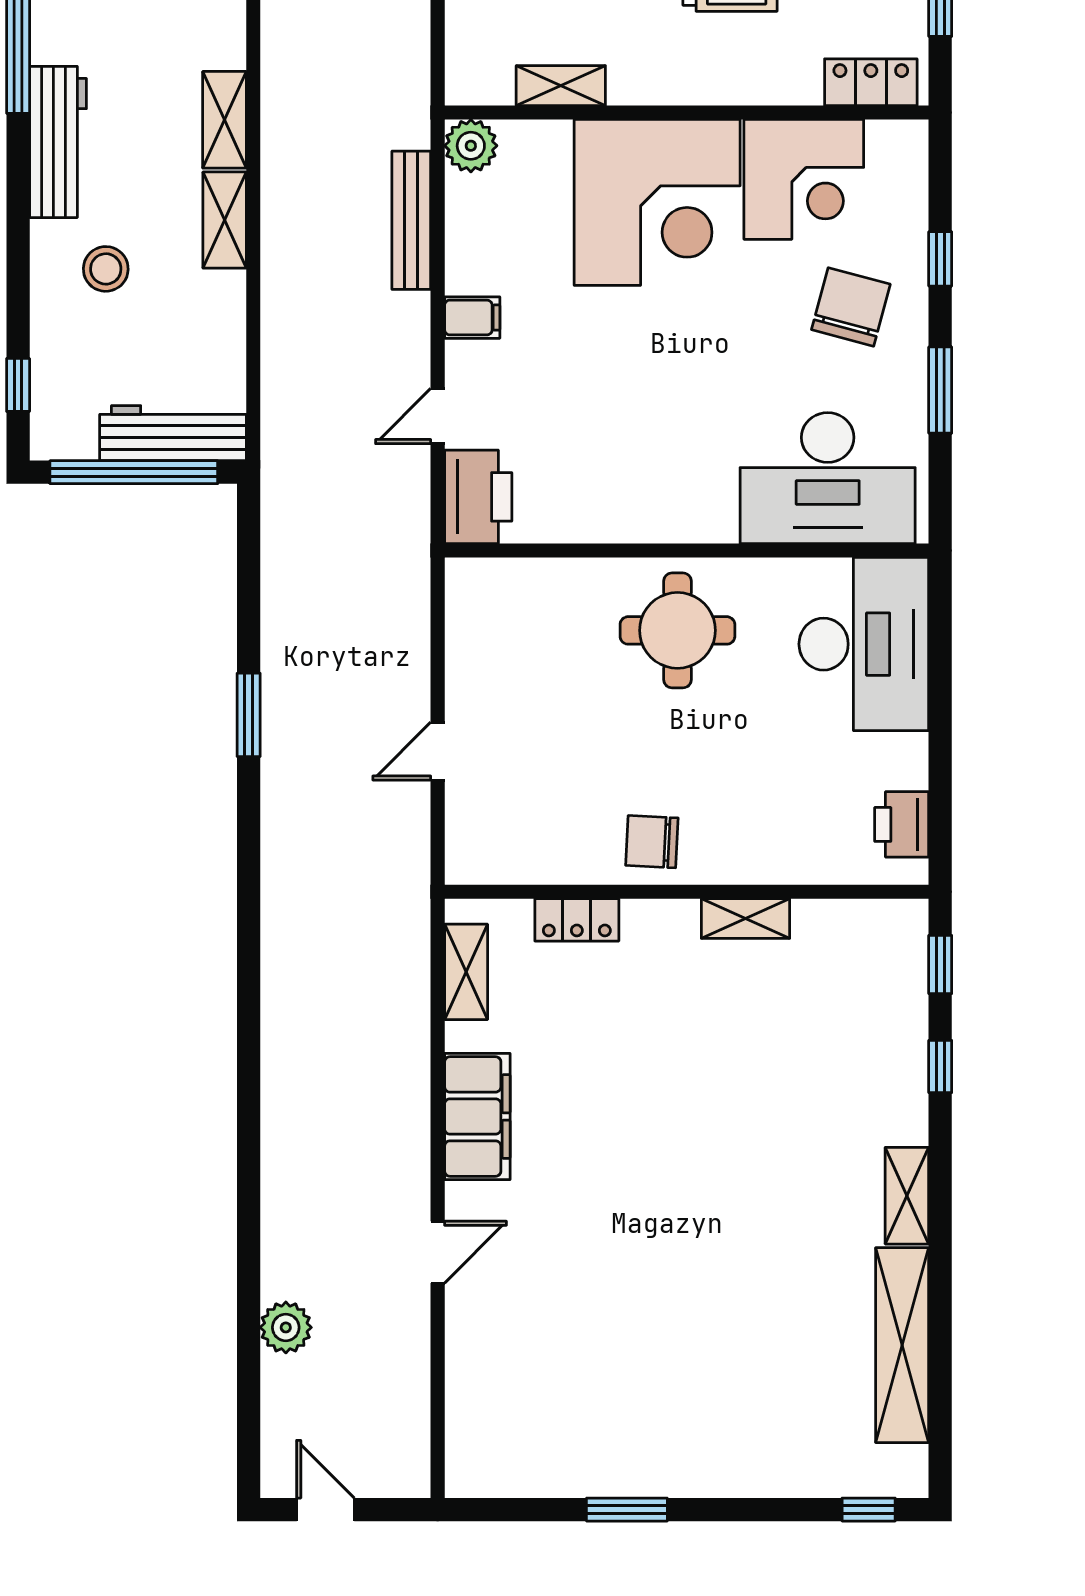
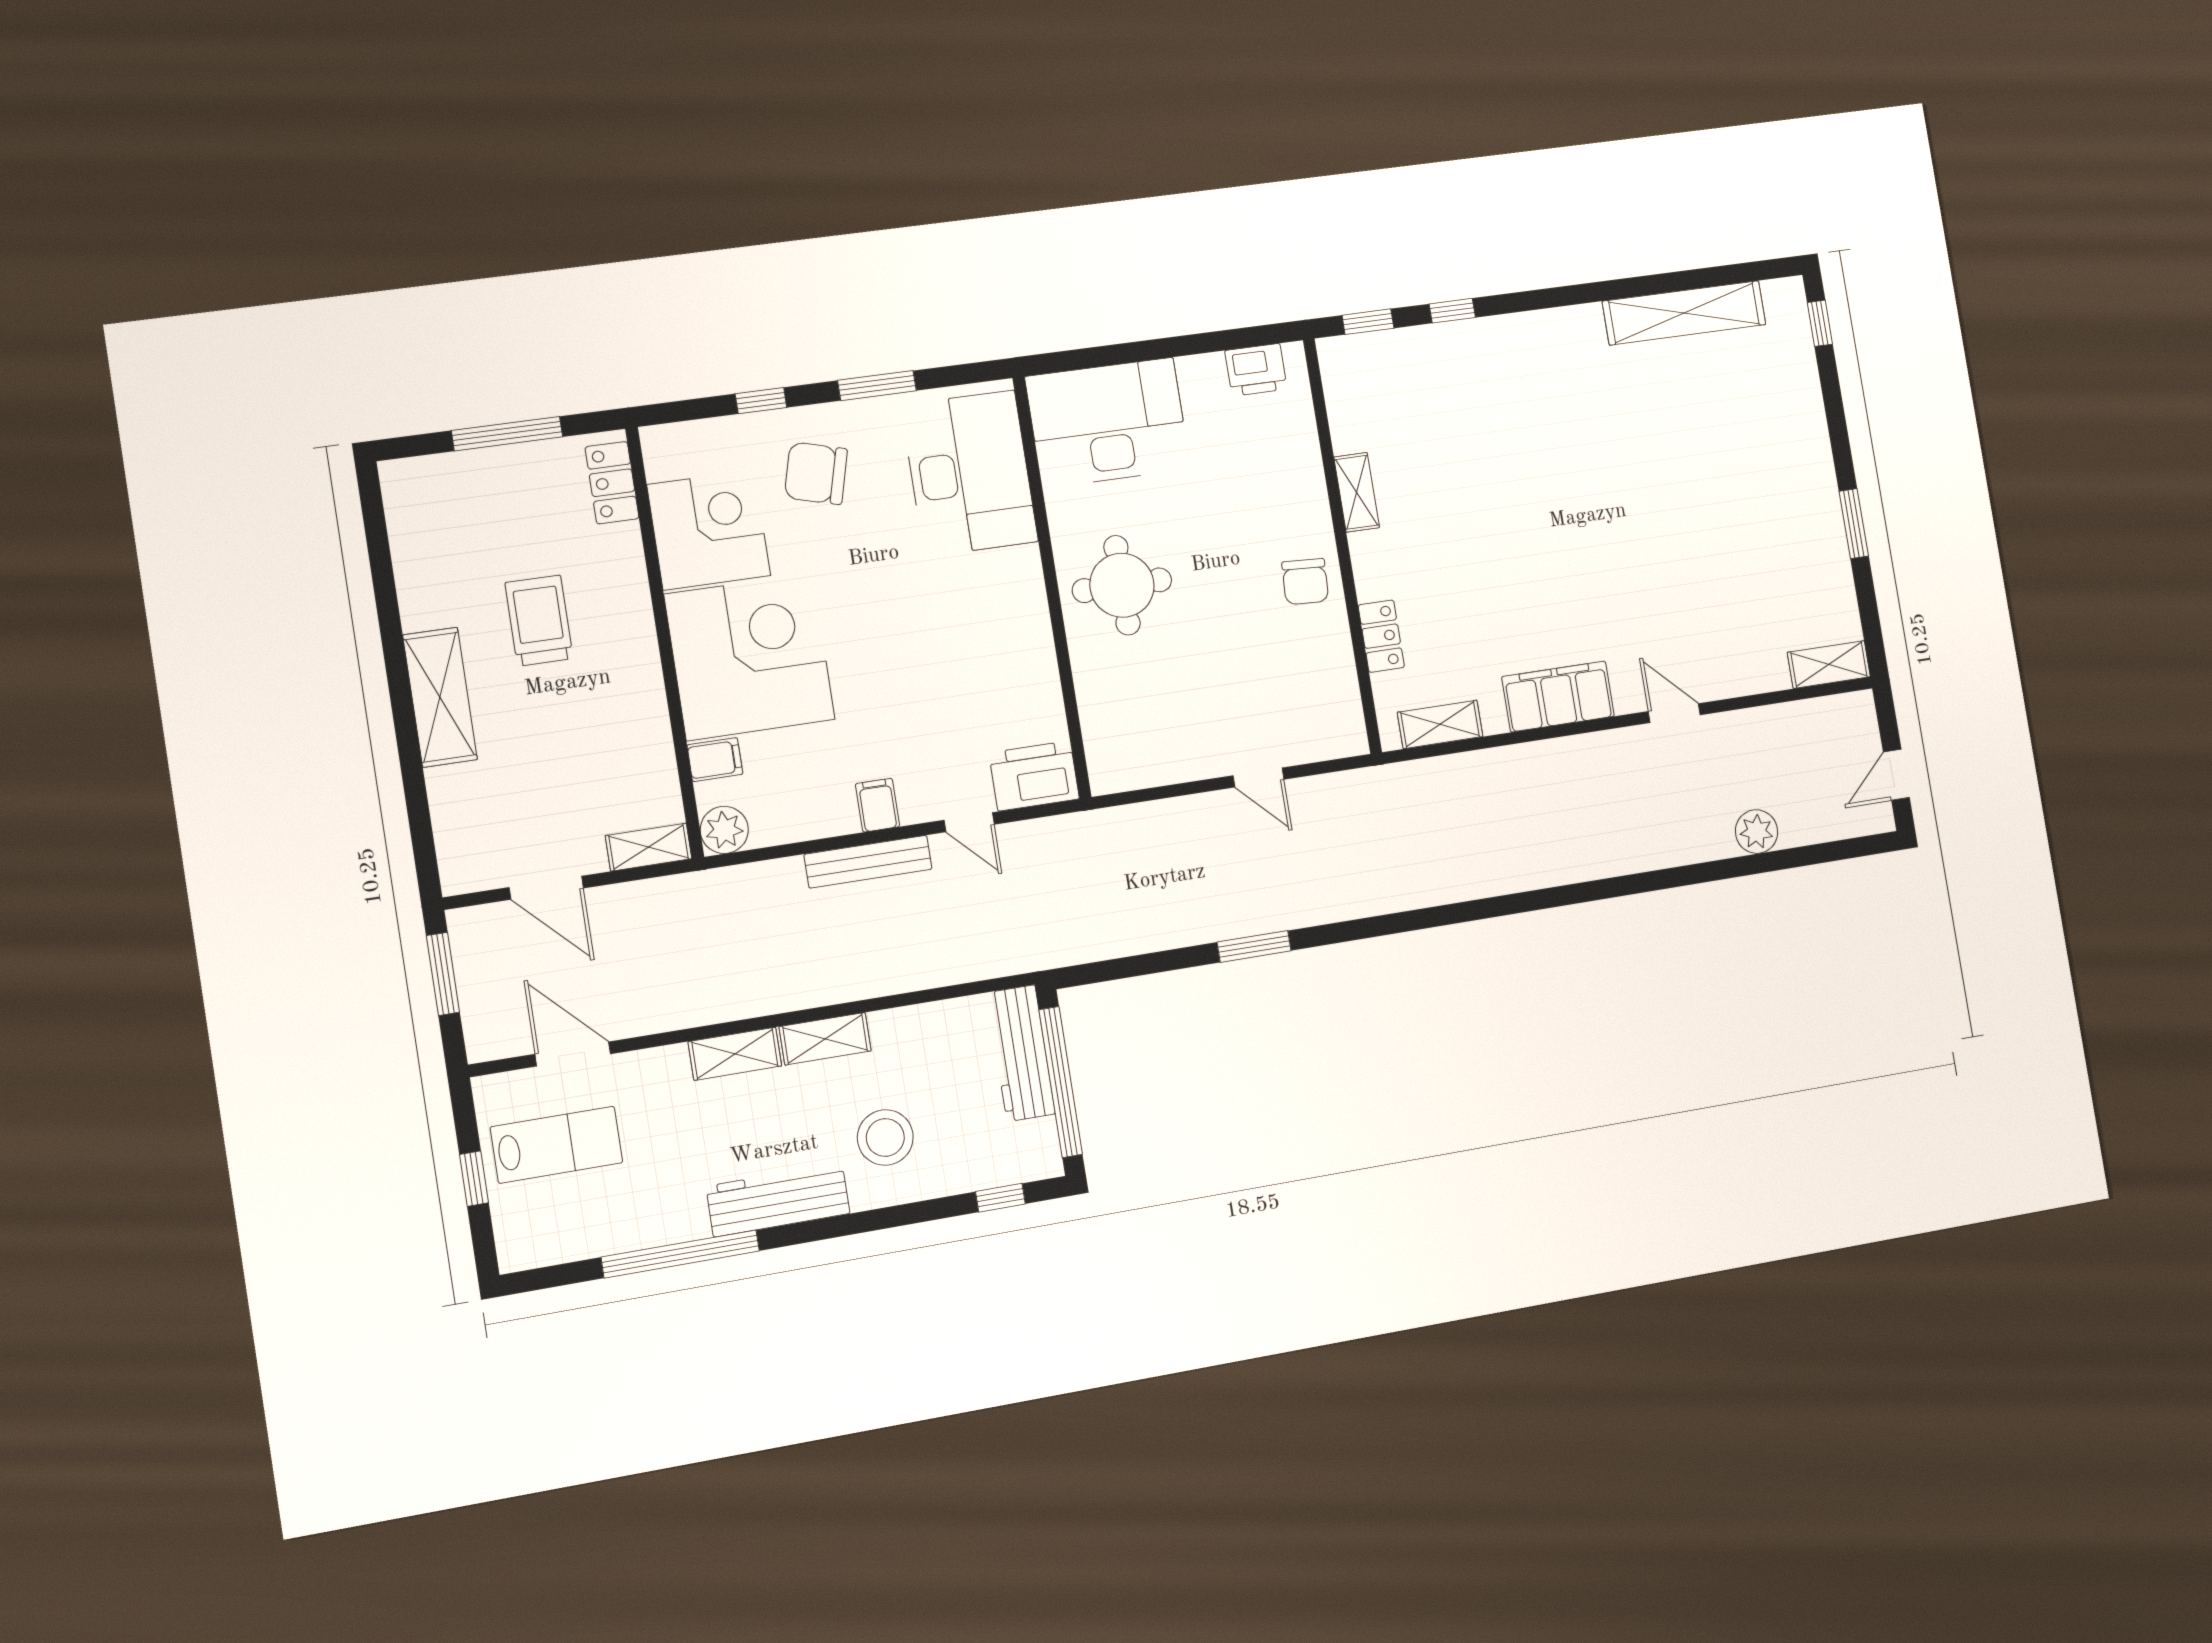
shelving: (561, 86) -> (649, 847), moved, turned 90
filing cabinet: (550, 147) -> (715, 760), added
bench: (411, 220) -> (868, 862), moved
stool: (106, 269) -> (885, 1137), width x1.38, depth x1.38
shelving: (907, 1196) -> (1829, 665), moved

